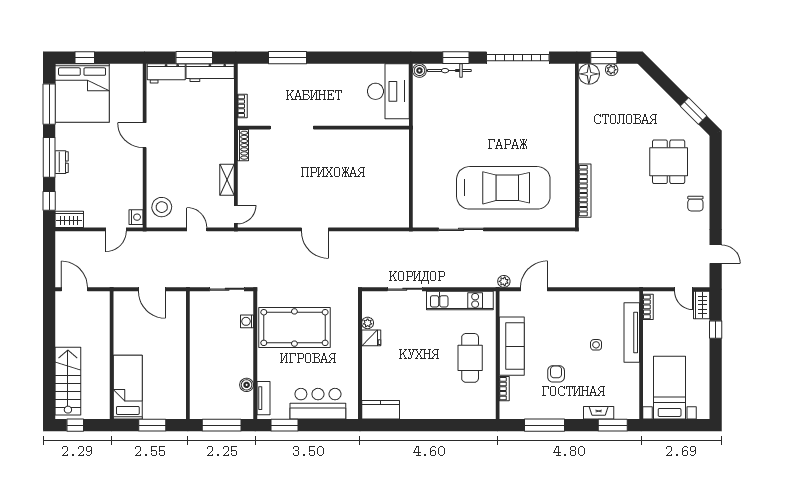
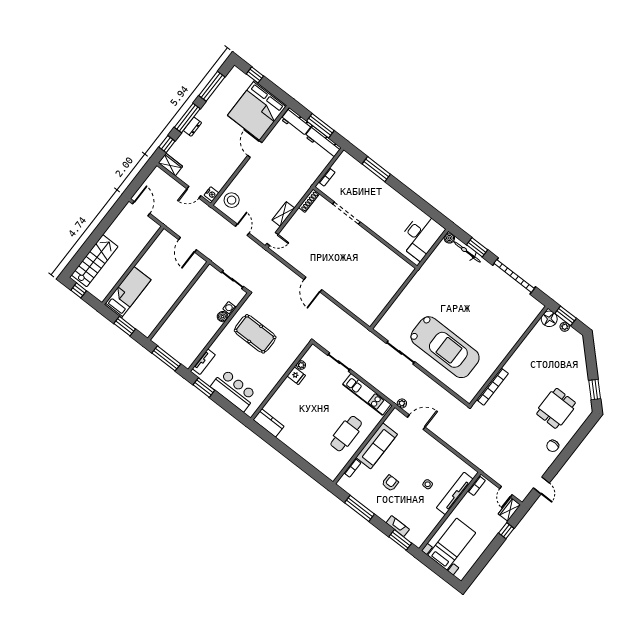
bed: (82, 93) -> (257, 110), moved
pool table: (294, 328) -> (255, 334), width x0.73, depth x0.76
boiler: (247, 385) -> (223, 317), moved

